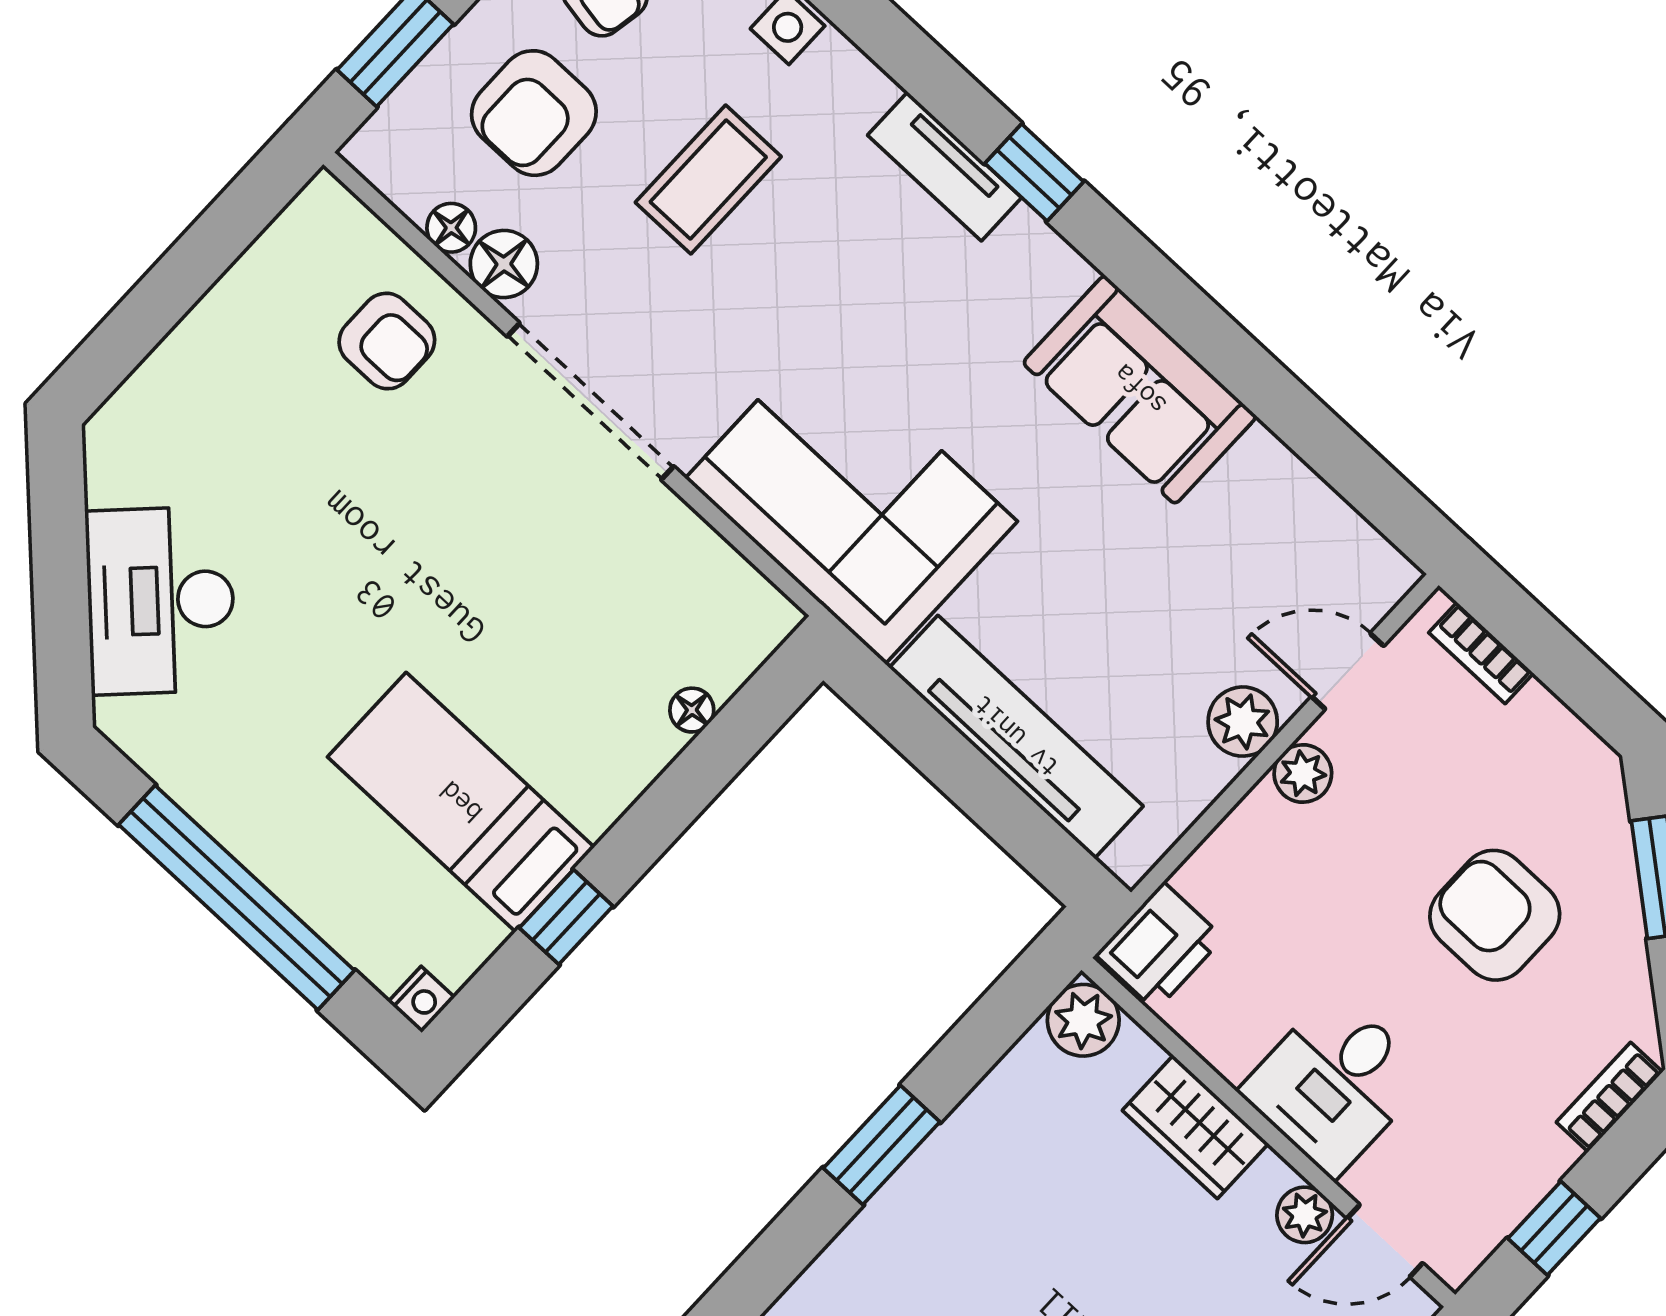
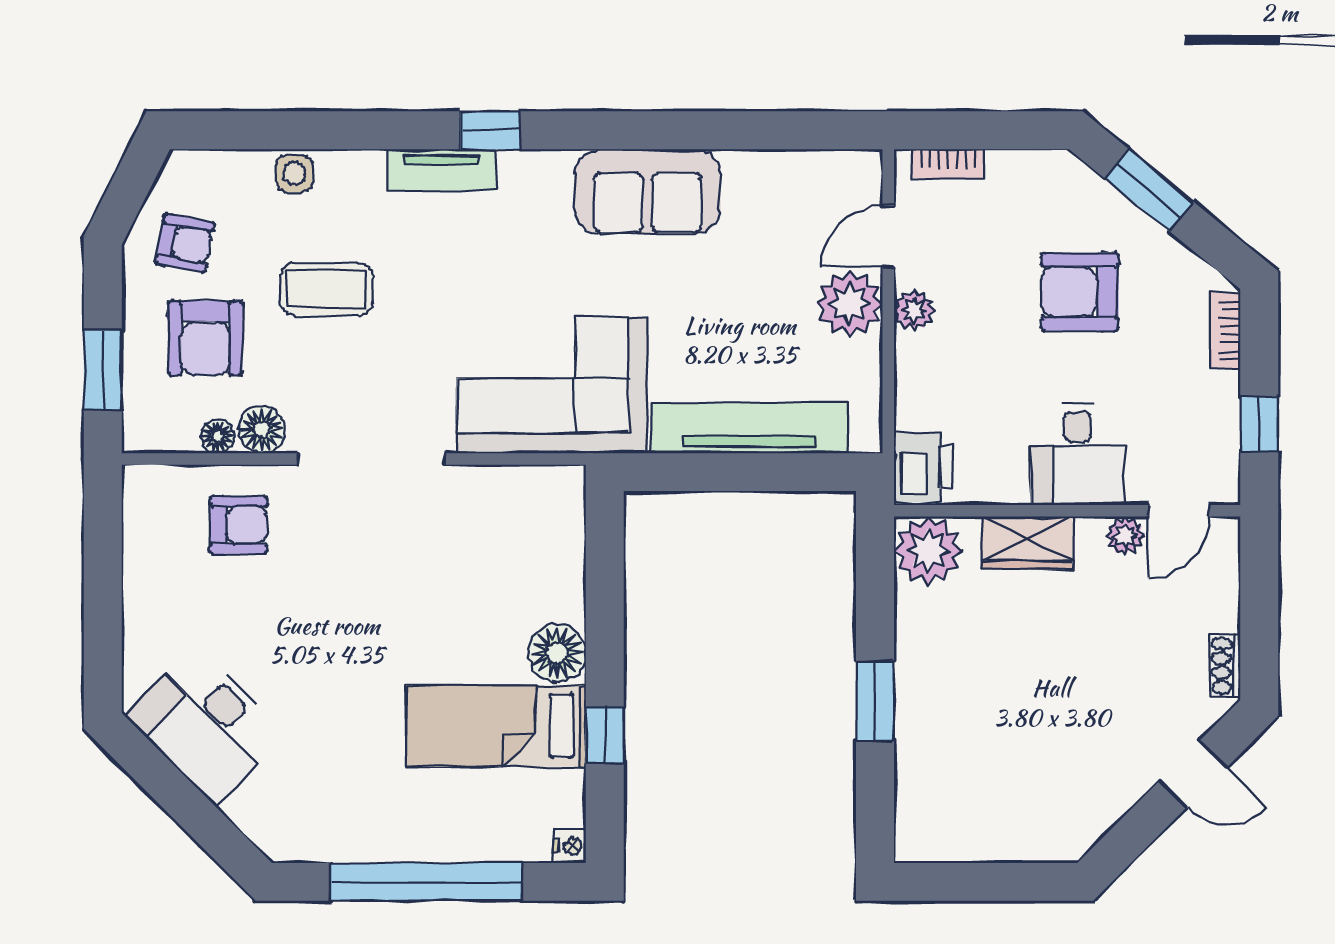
coffee table: (708, 180) -> (326, 289), turned 90
desk: (161, 601) -> (205, 725), moved
floor lamp: (692, 710) -> (557, 653), moved, width x1.89, depth x1.89
plant: (1243, 722) -> (850, 304), width x1.36, depth x1.36
plant: (1083, 1020) -> (928, 551), width x1.36, depth x1.36

